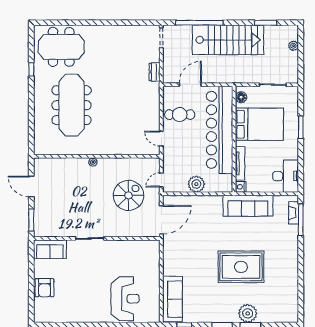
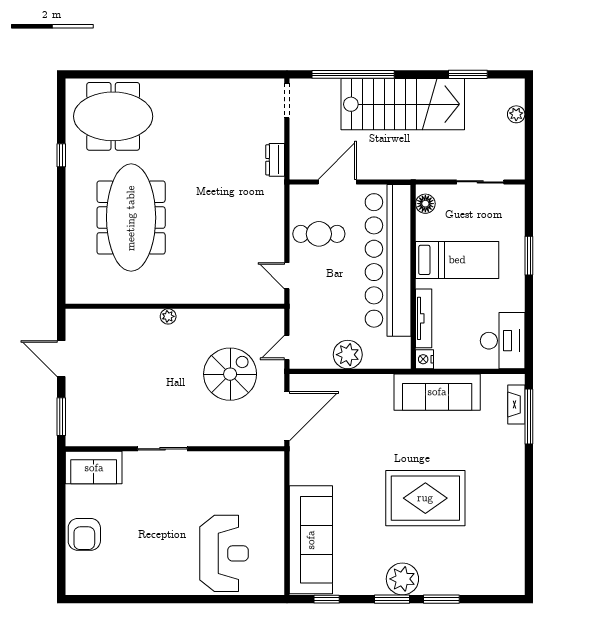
bed: (259, 124) -> (457, 260), width x0.67
sofa: (172, 299) -> (311, 540), width x1.36, depth x1.27
plant: (248, 313) -> (402, 579), moved

